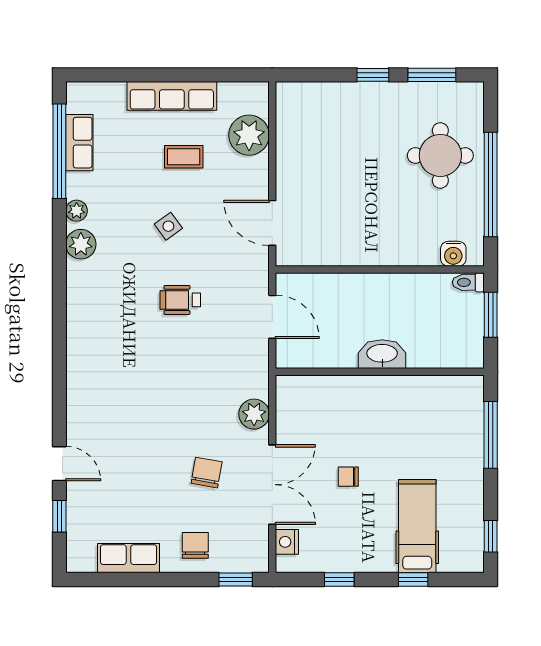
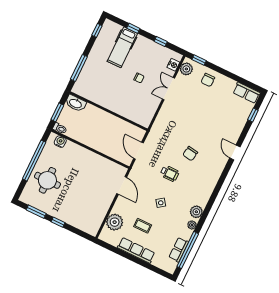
washbasin: (382, 354) -> (76, 103), moved
plant: (254, 414) -> (186, 69), moved
door: (59, 464) -> (235, 152), moved
chair: (207, 473) -> (190, 154), moved
double door: (272, 485) -> (168, 89), width x0.73
row of seats: (128, 558) -> (246, 93), moved

